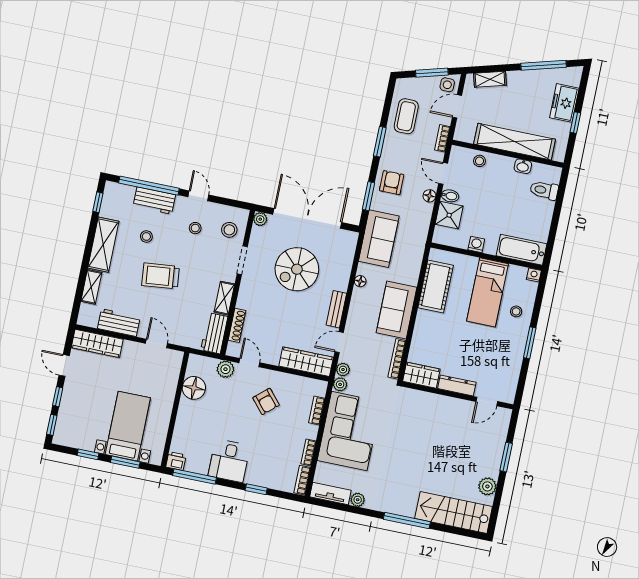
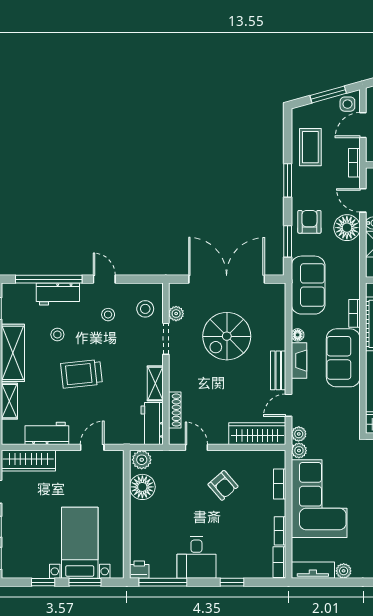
floor lamp: (429, 196) -> (347, 228), width x1.89, depth x1.89
plant: (260, 219) -> (176, 314), moved
fireplace: (357, 304) -> (299, 361), added
door: (157, 343) -> (92, 447), hinge flipped
bookcase: (397, 359) -> (354, 313), moved, width x0.64
plant: (225, 369) -> (142, 460), moved

